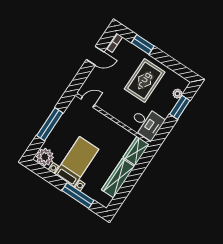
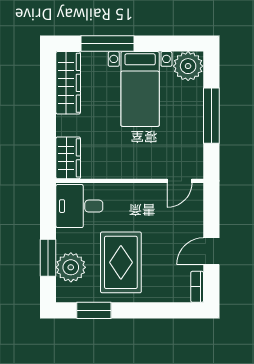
window: (143, 44) -> (94, 310), moved
plant: (177, 94) -> (71, 267), width x1.88, depth x1.88
wardrobe: (118, 178) -> (68, 83), moved

